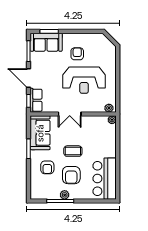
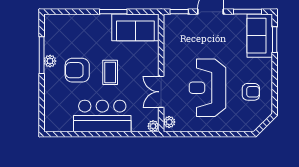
armchair: (77, 54) -> (251, 92), moved
row of seats: (36, 100) -> (180, 22), removed
double door: (70, 114) -> (161, 92), moved
armchair: (47, 167) -> (88, 37), removed
bar counter: (105, 179) -> (102, 116), moved

